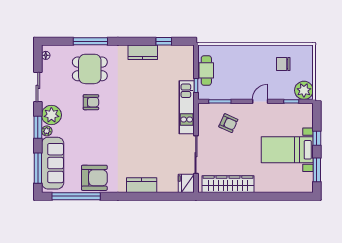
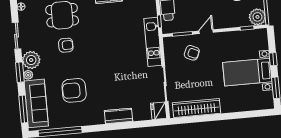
door: (260, 101) -> (206, 32), moved
armchair: (94, 178) -> (74, 90), moved, turned 180

